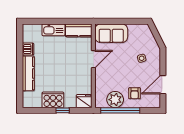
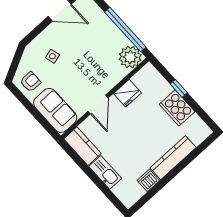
door: (93, 59) -> (98, 105), swing flipped
armchair: (135, 93) -> (30, 82), moved
plant: (115, 100) -> (130, 57), moved
fridge: (84, 101) -> (127, 93), moved, turned -90

